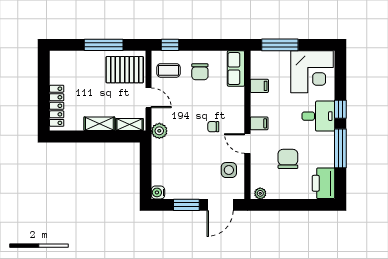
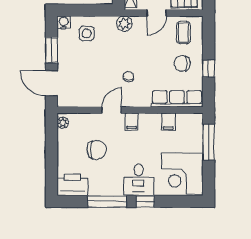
window: (170, 45) -> (209, 68), moved
row of seats: (236, 69) -> (177, 99), width x1.48
side table: (229, 170) -> (87, 33), moved

